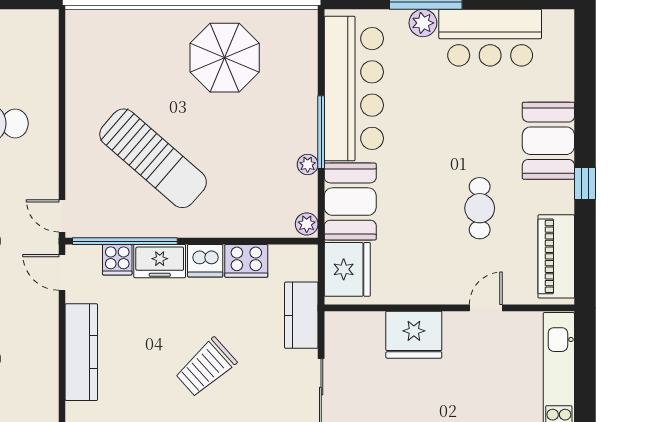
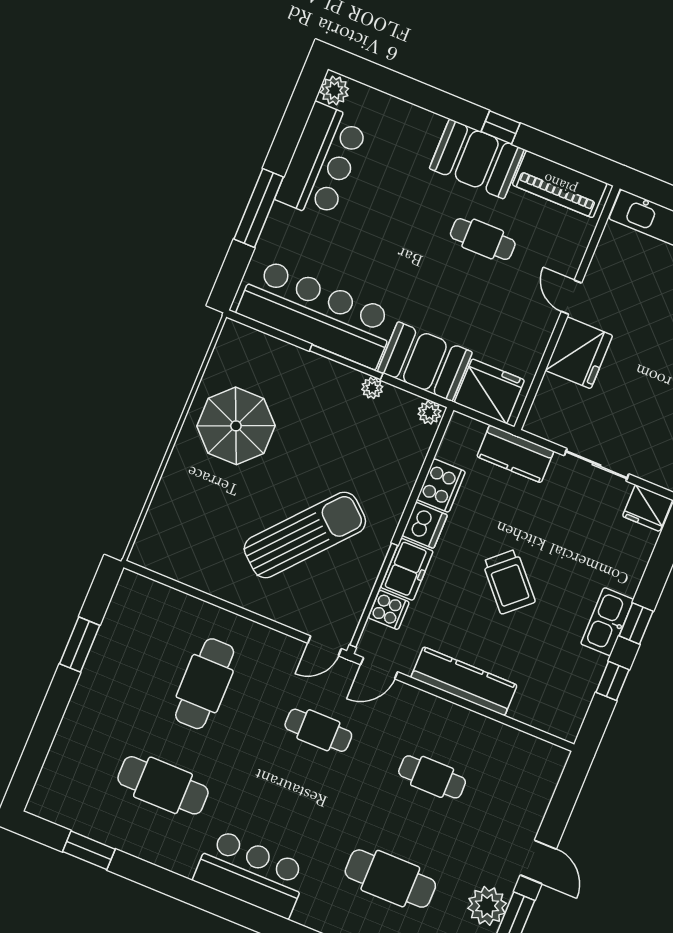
plant: (423, 23) -> (334, 91), moved
booth: (548, 141) -> (477, 159), moved
door: (486, 308) -> (571, 297), moved
trolley: (206, 367) -> (509, 582), moved

